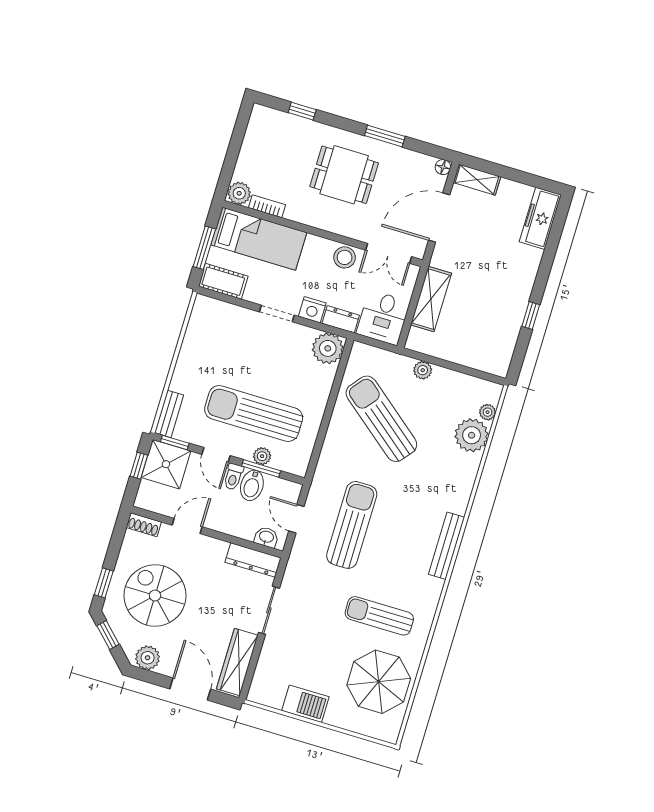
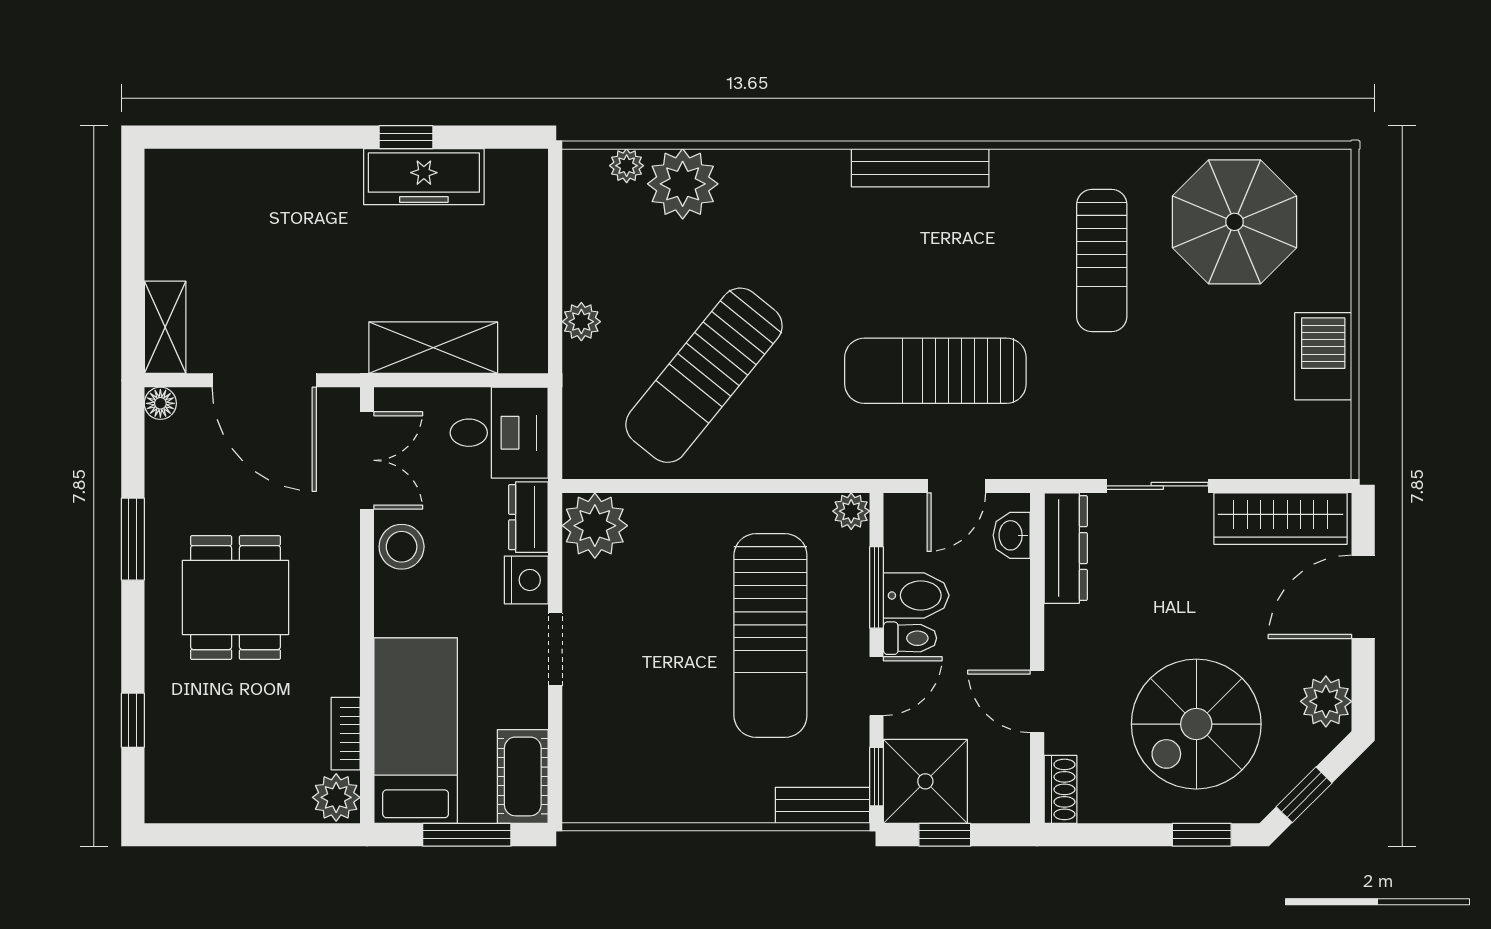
freezer: (540, 218) -> (424, 177), moved
plant: (262, 456) -> (851, 511), moved

